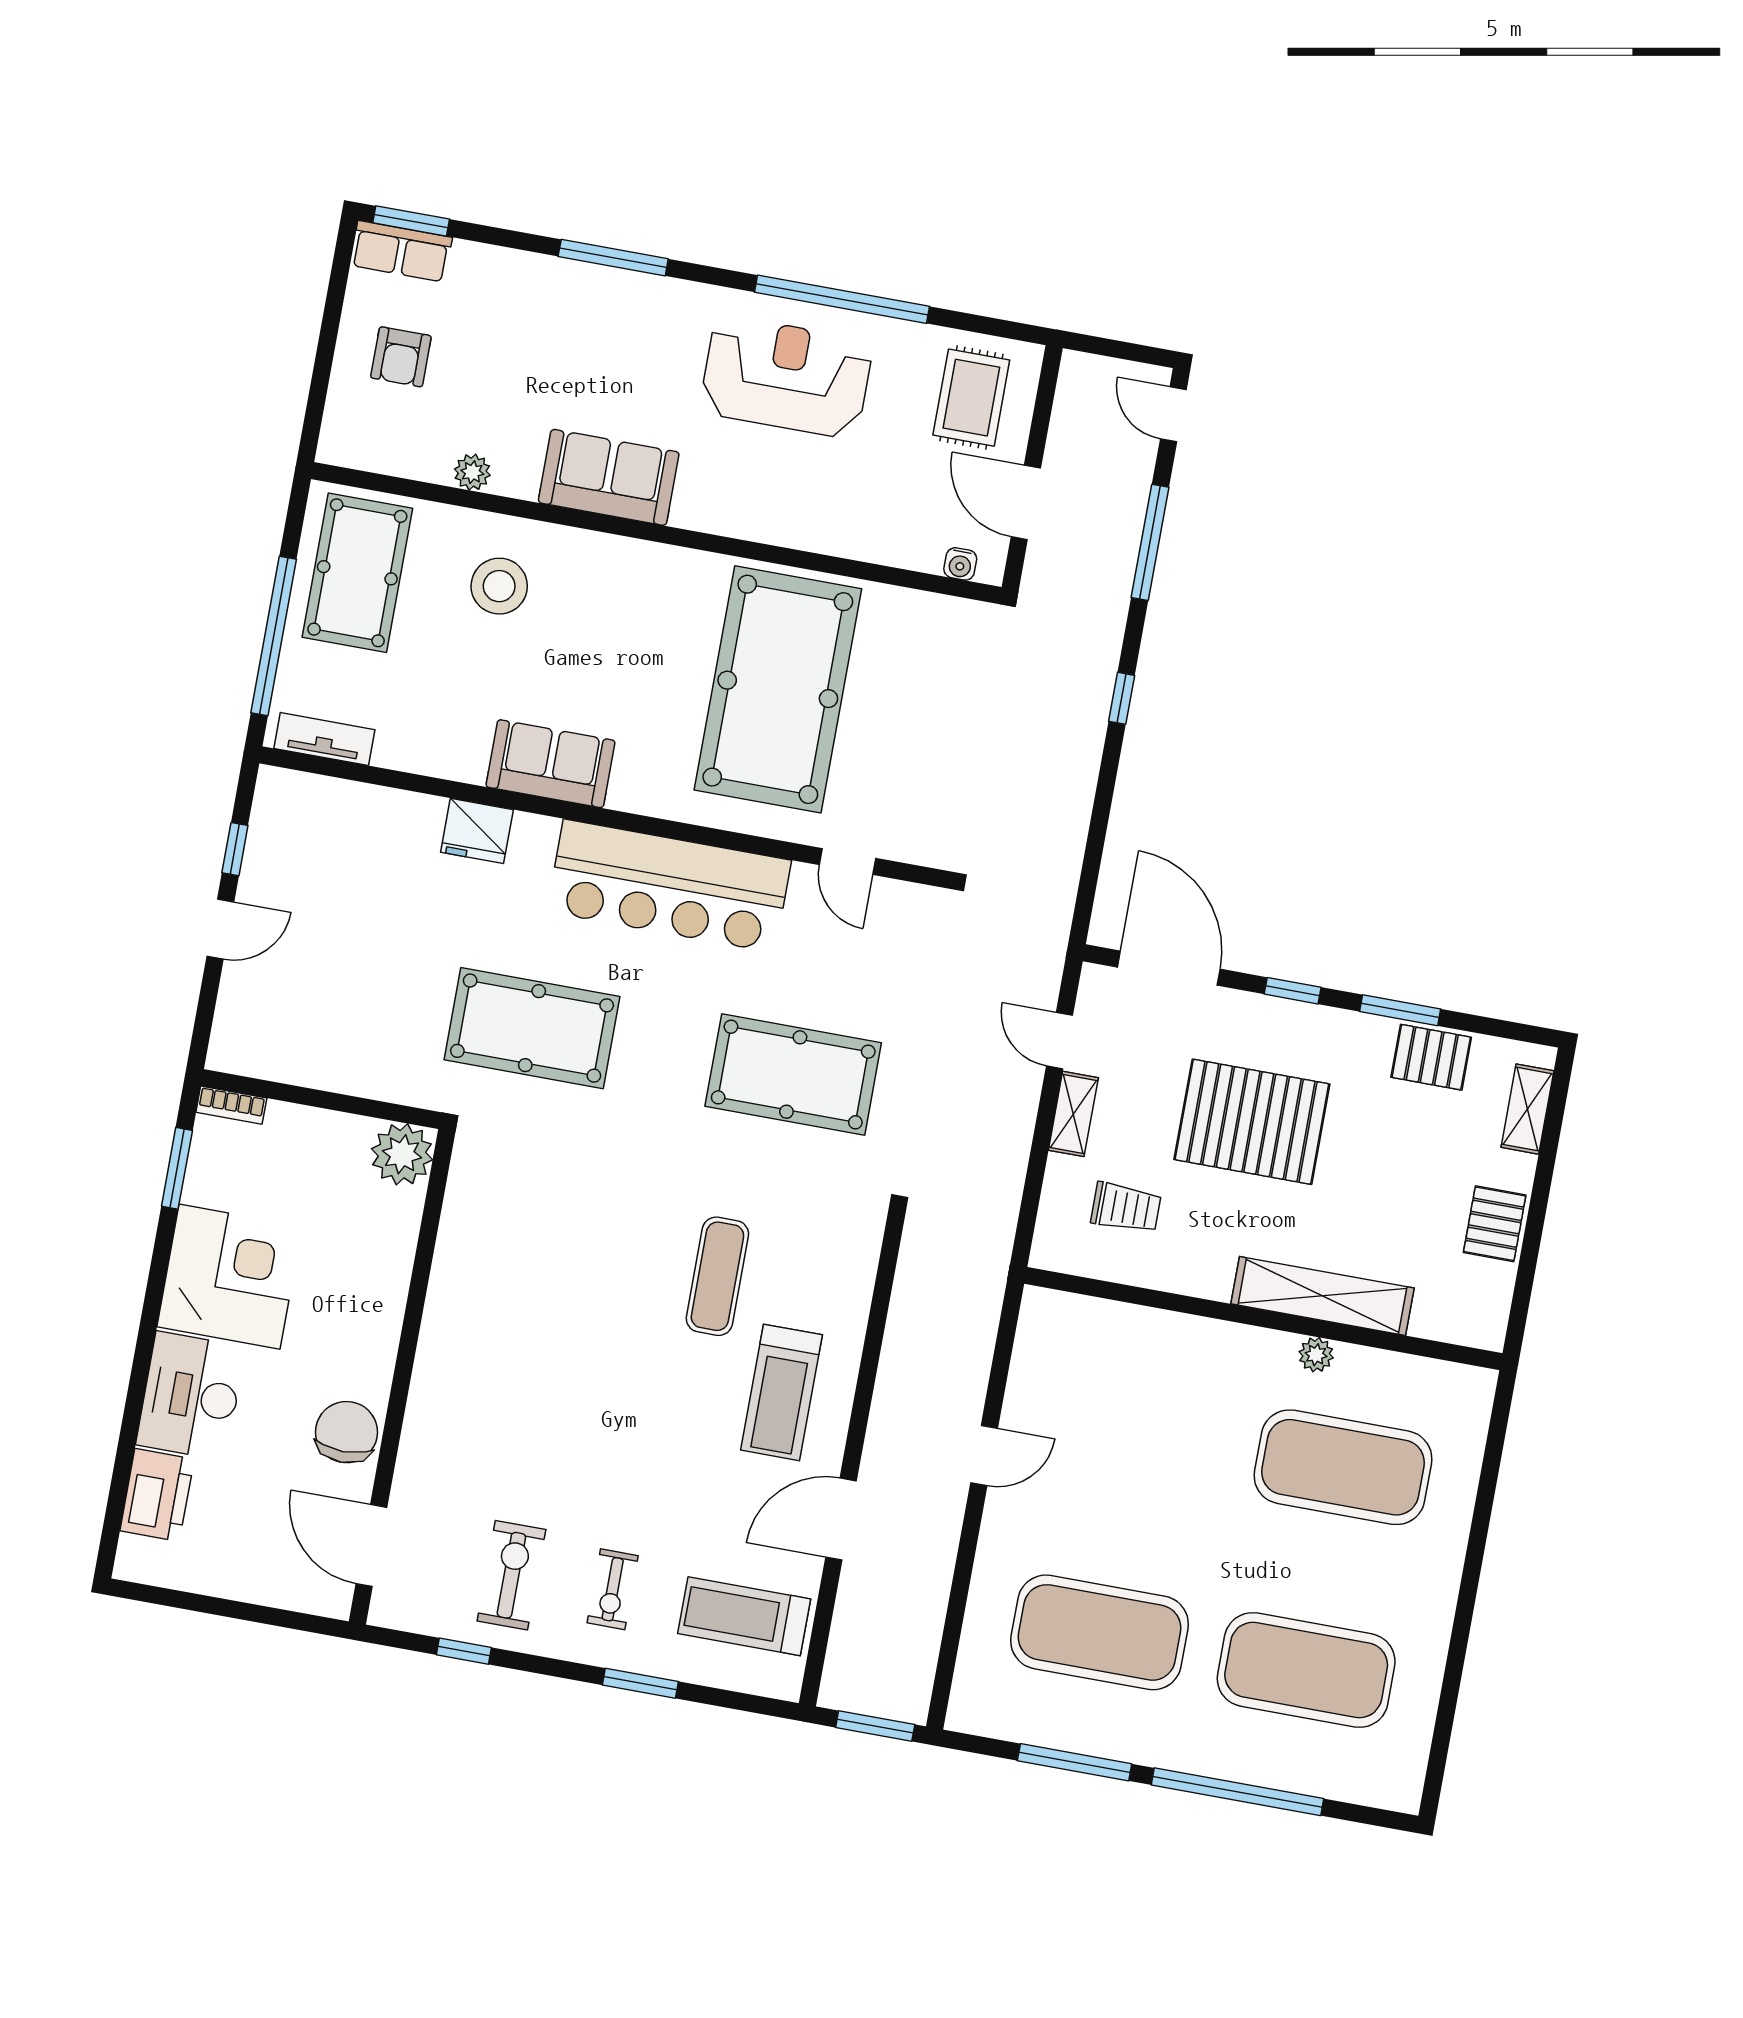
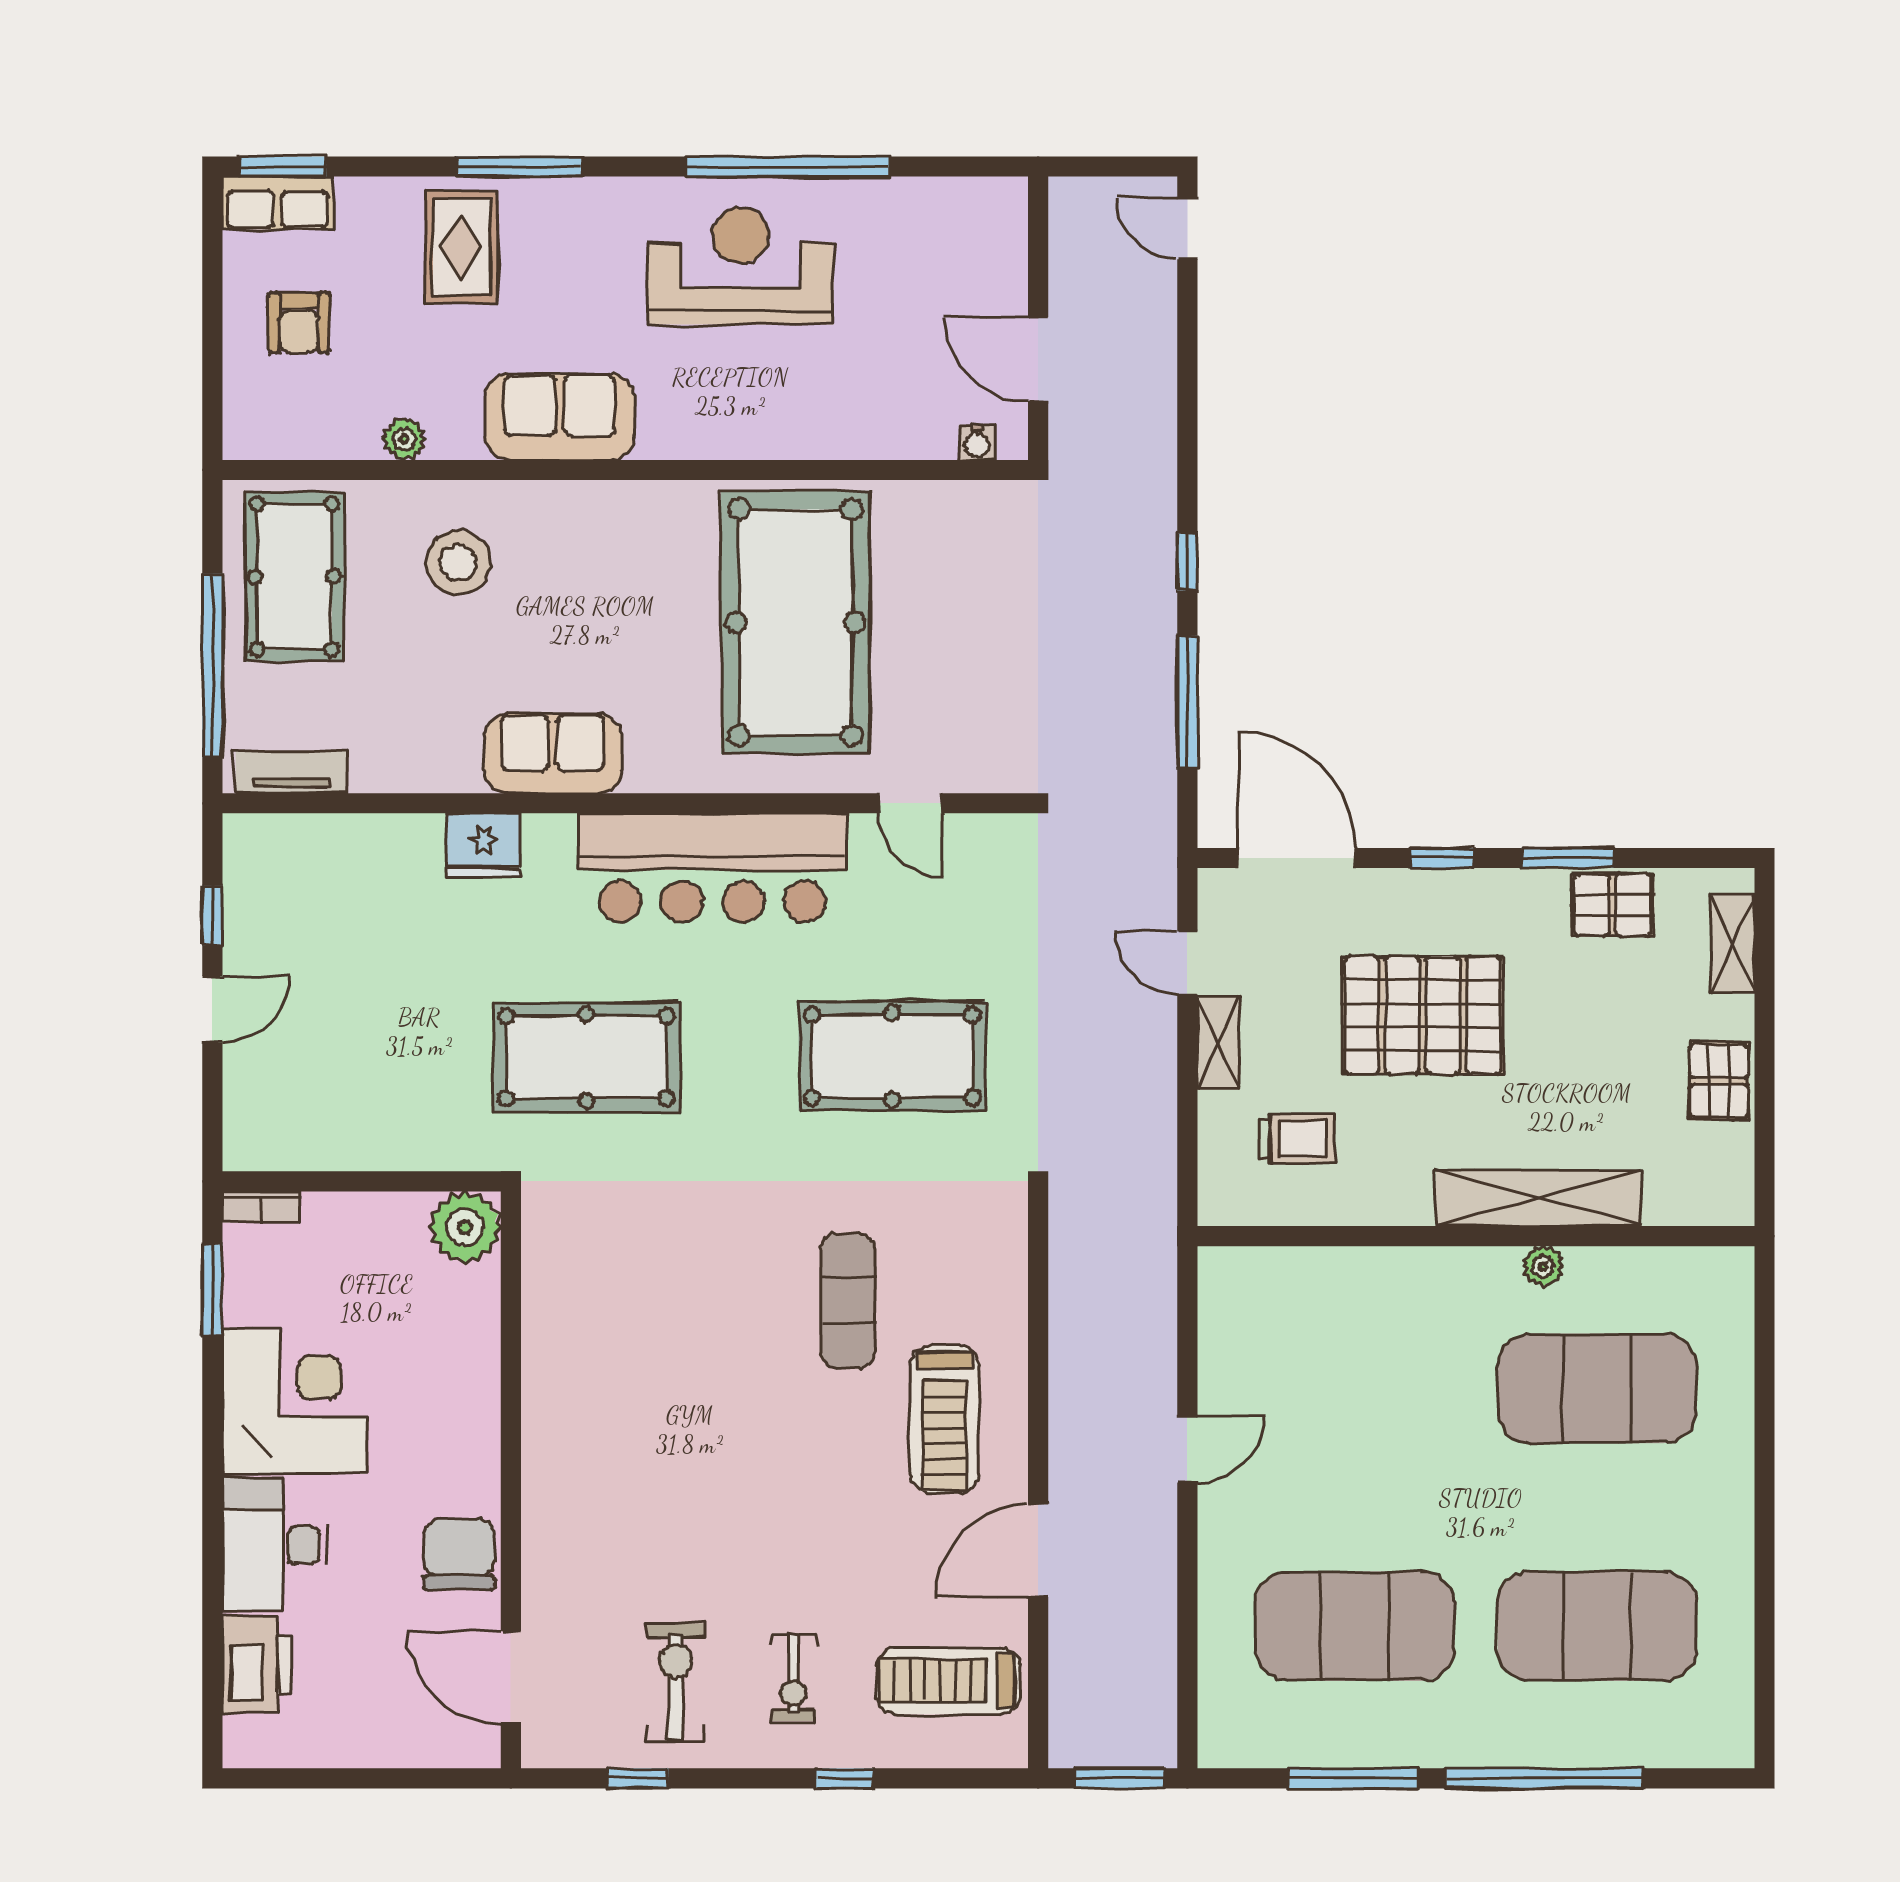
rug: (971, 398) -> (462, 247), moved
window: (1150, 542) -> (1187, 702), moved
window: (640, 1683) -> (844, 1778), width x0.67

